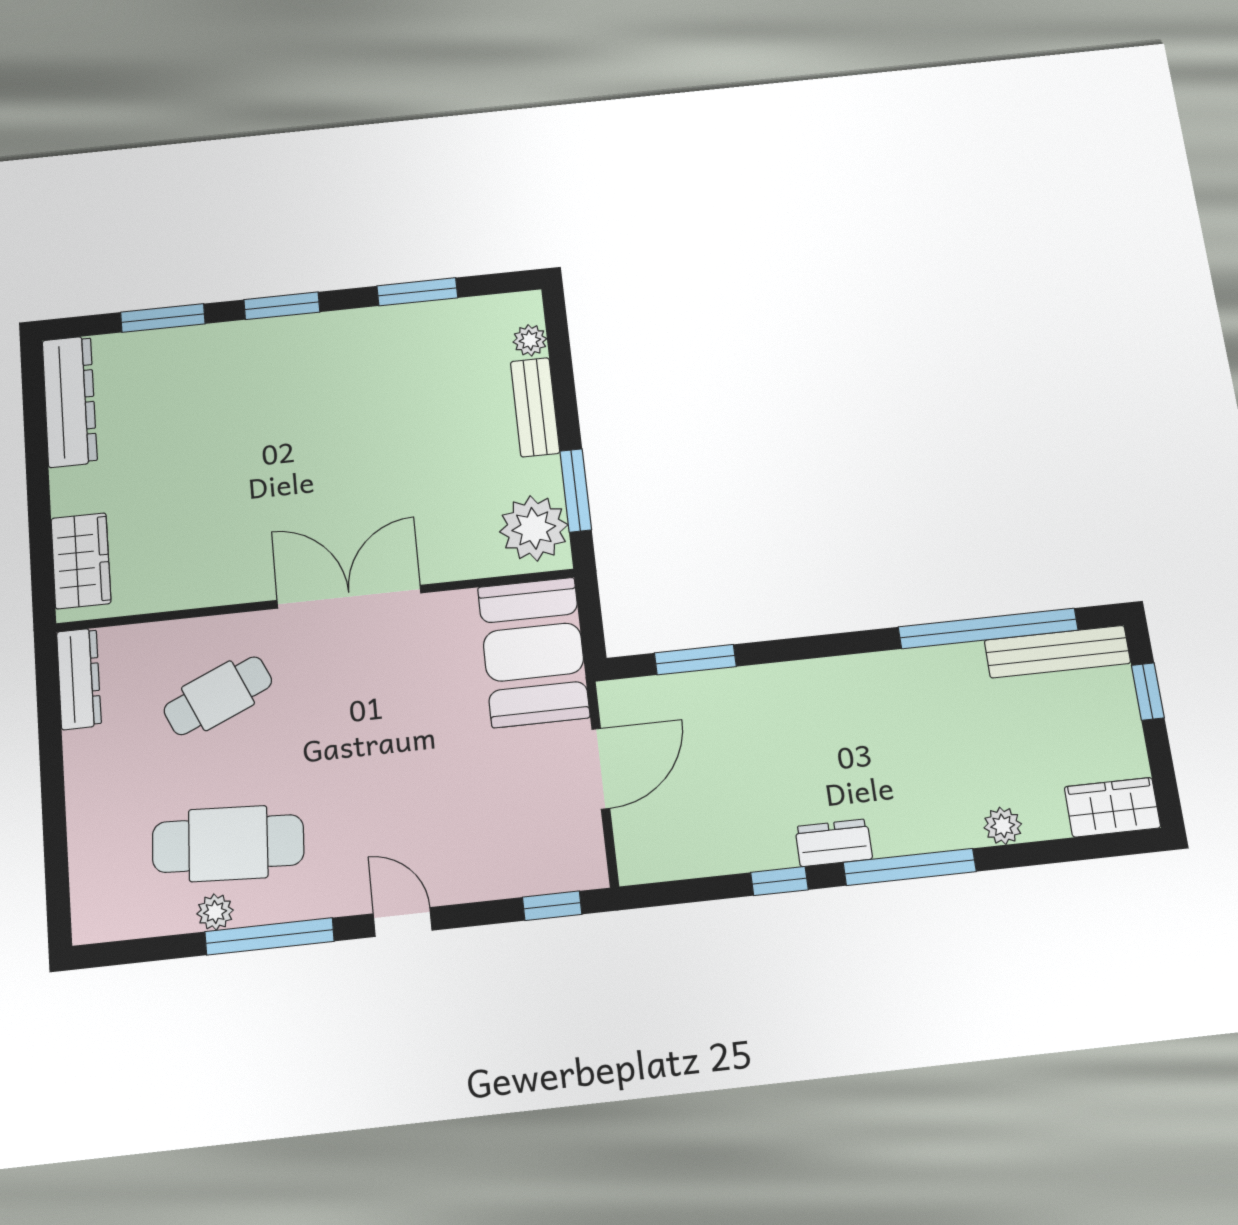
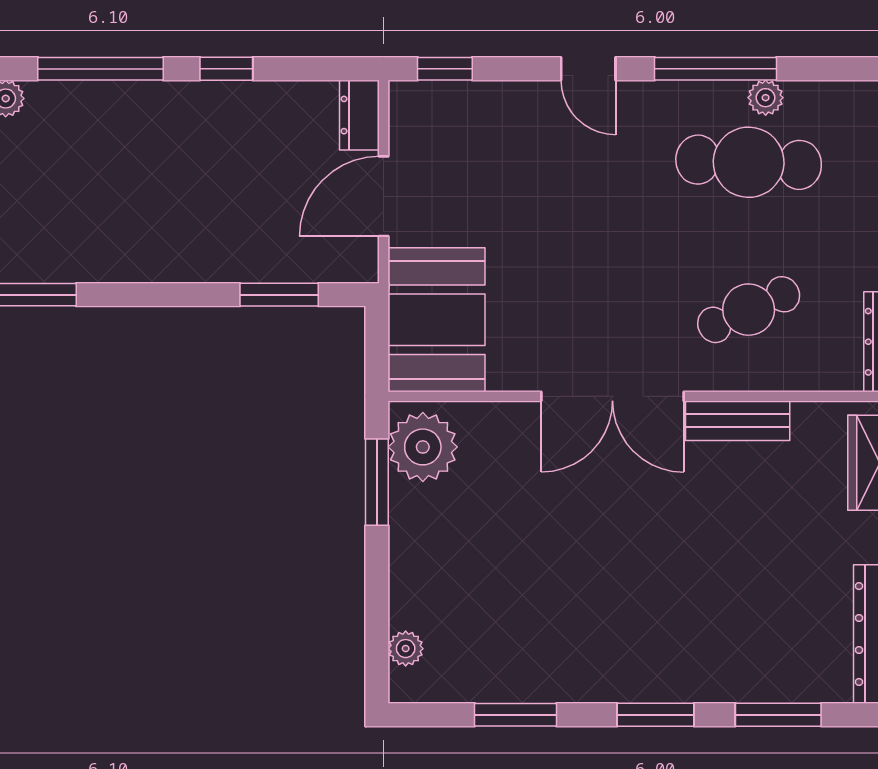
bench: (535, 407) -> (738, 421), moved, turned 90
dresser: (834, 843) -> (359, 115), moved, turned 90

